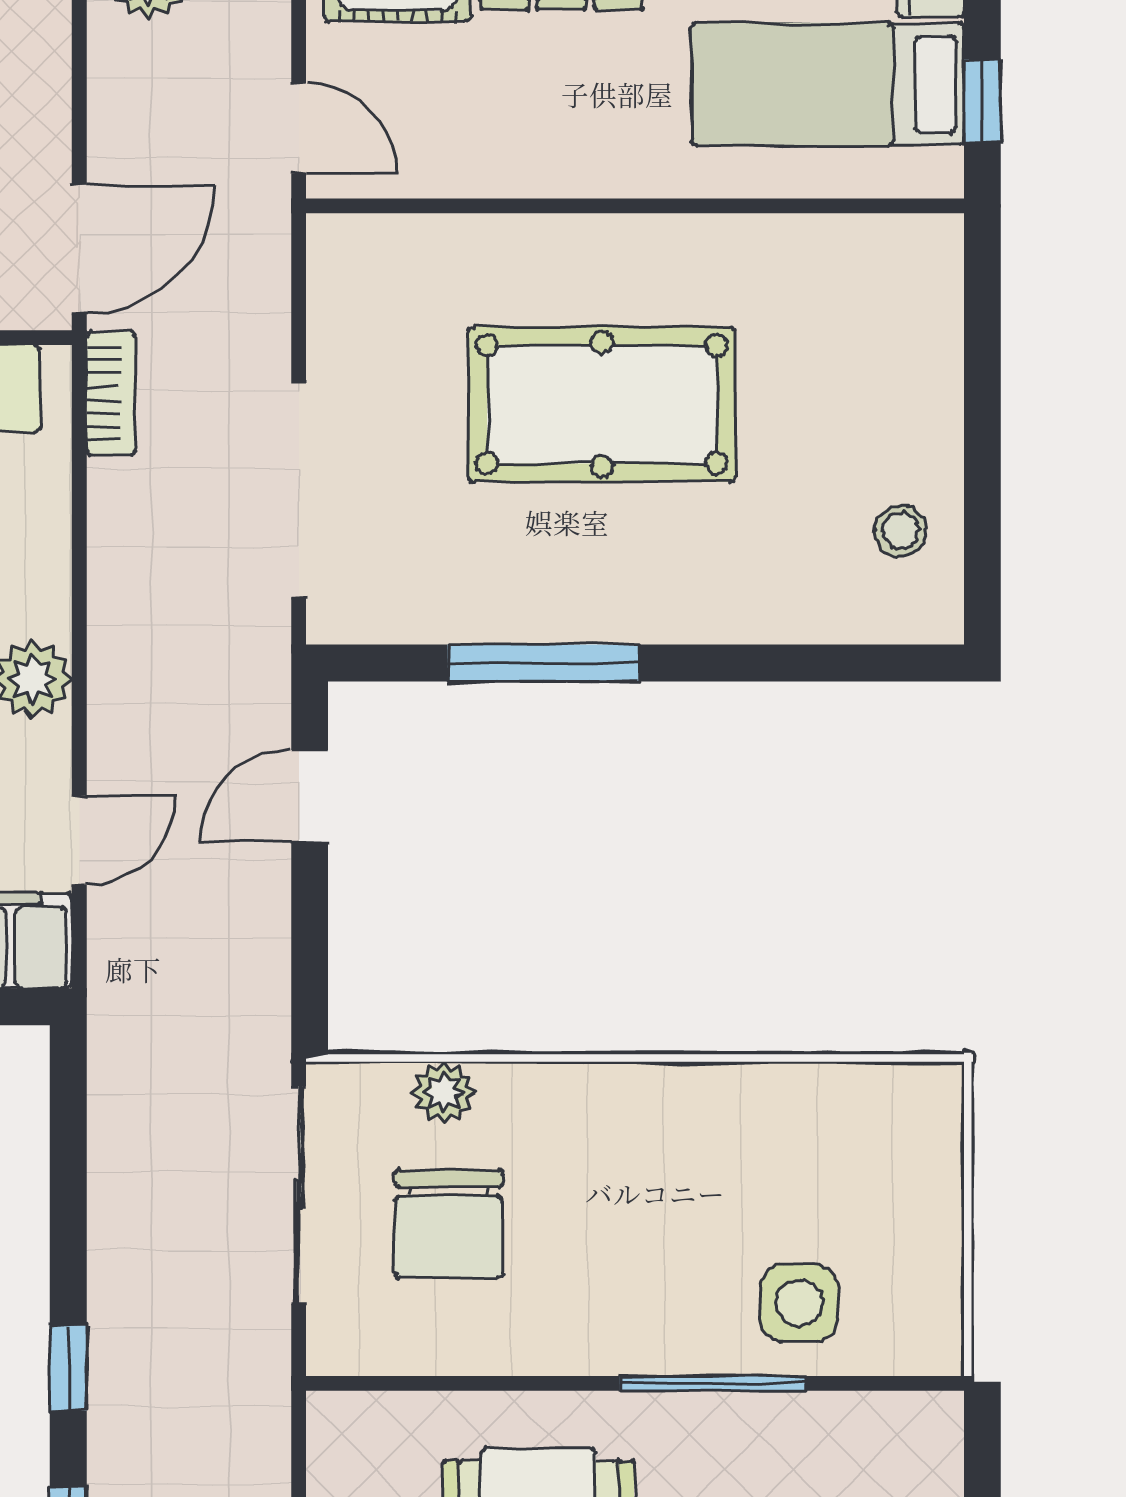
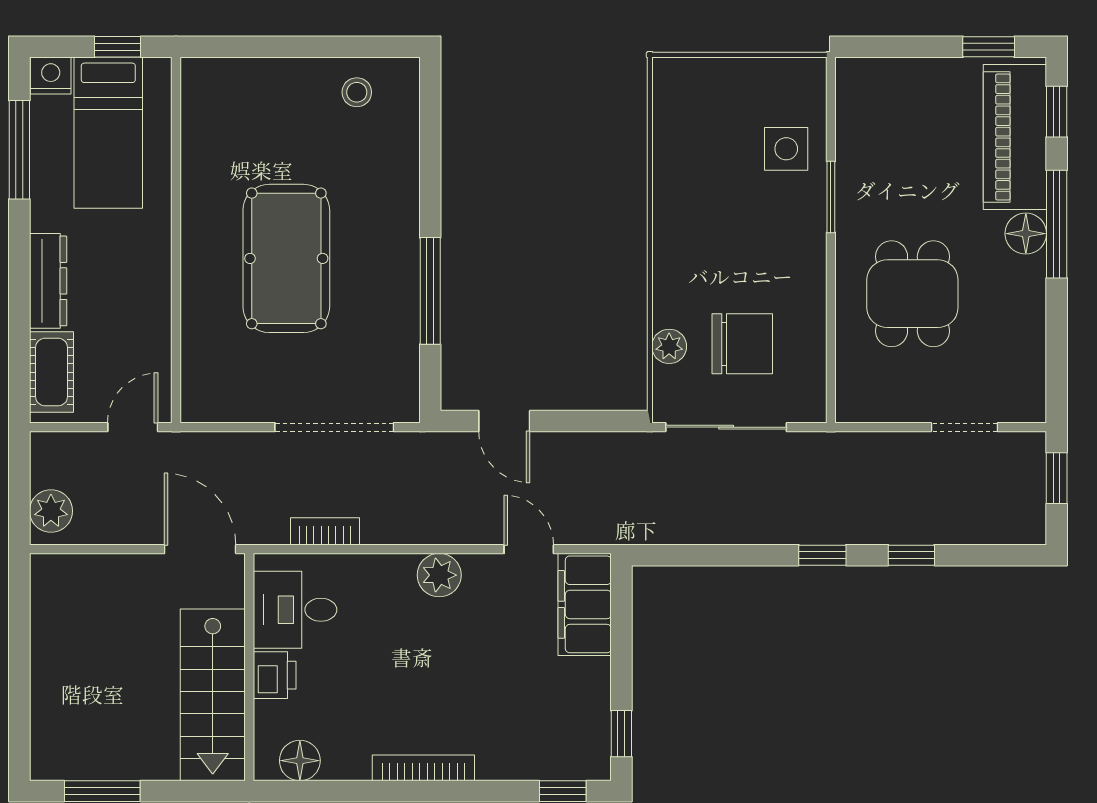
bookcase: (111, 393) -> (325, 531), moved
window: (712, 1383) -> (831, 197), width x0.69

